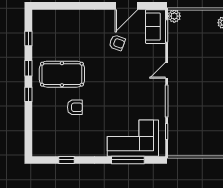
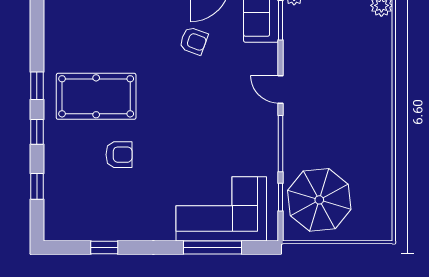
window: (28, 38) -> (37, 186), moved
door: (167, 70) -> (281, 89), hinge flipped
parasol: (189, 133) -> (319, 200), added

